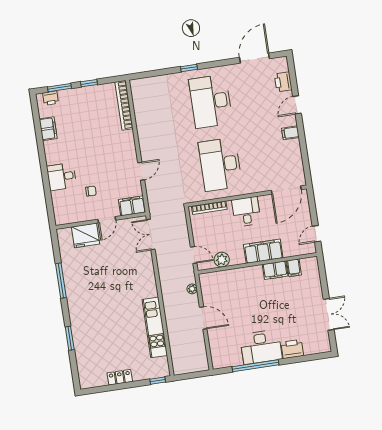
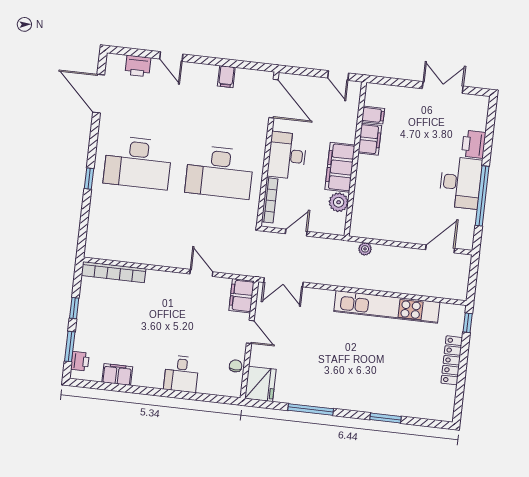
filing cabinet: (290, 133) -> (226, 77), moved
chair: (91, 191) -> (236, 366), moved
desk: (246, 212) -> (287, 156), width x1.37
fridge: (85, 235) -> (260, 384), moved
filing cabinet: (263, 251) -> (340, 167), moved
door: (194, 255) -> (296, 233), moved
door: (203, 318) -> (440, 249), moved
kitchen unit: (155, 327) -> (387, 307), width x1.36
locker: (120, 377) -> (452, 360), width x1.53

